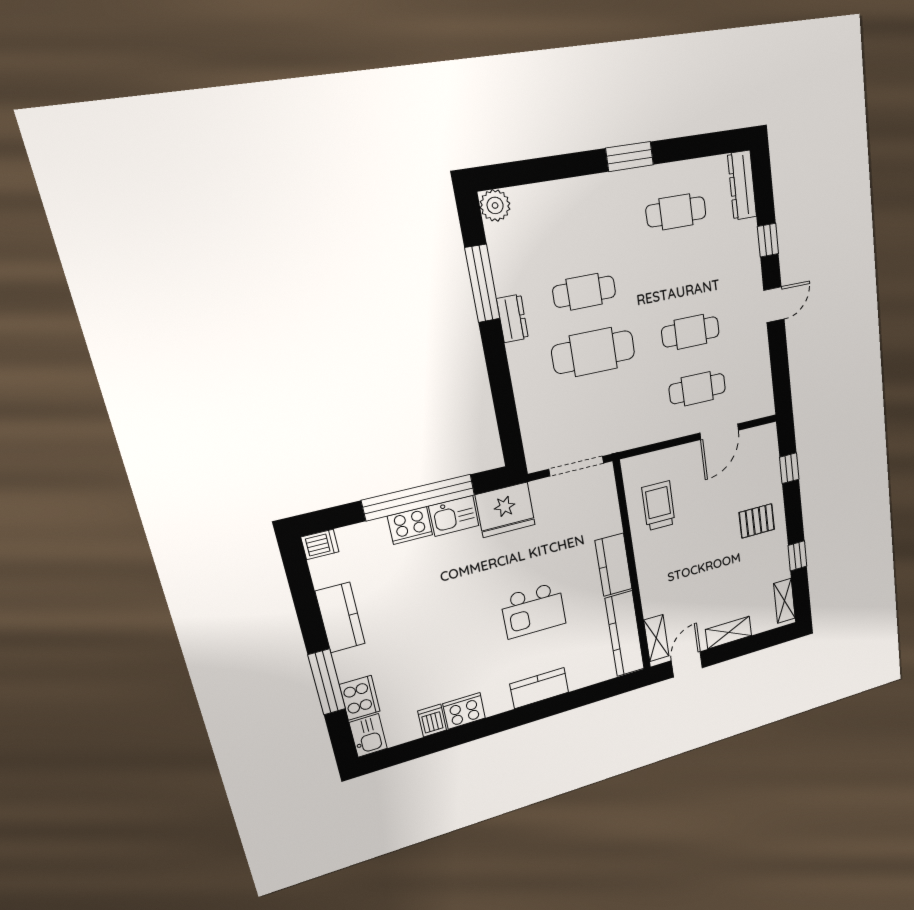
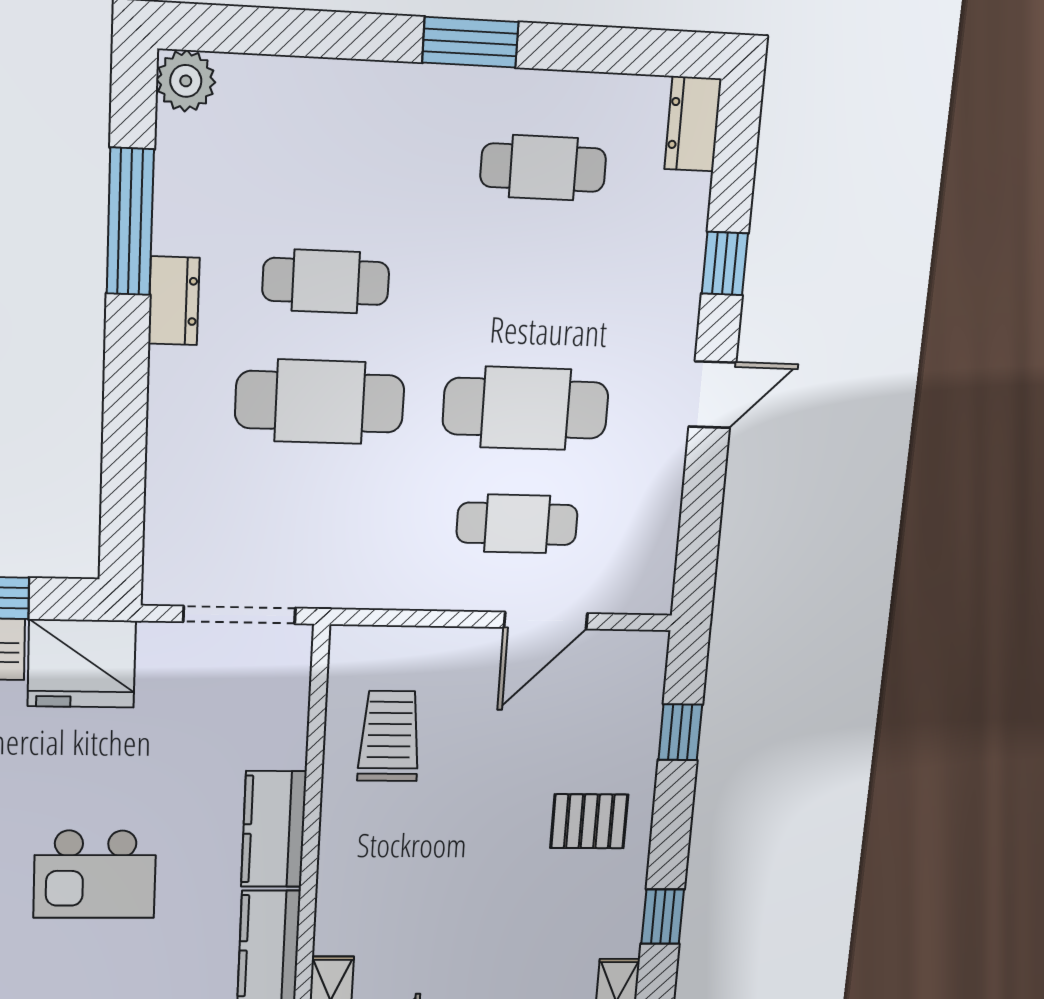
dresser: (742, 185) -> (693, 124), width x0.70
cafe table: (690, 332) -> (526, 408), width x1.37, depth x1.35

